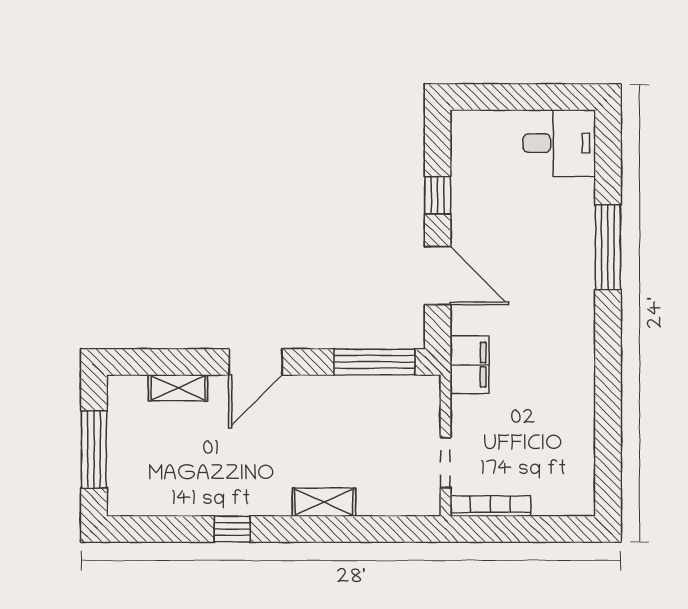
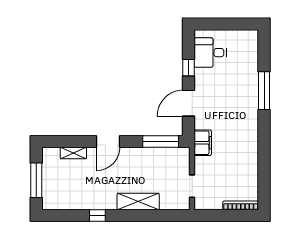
desk: (559, 143) -> (210, 53), moved, turned 180
door: (438, 276) -> (189, 103), swing flipped
shelving: (324, 502) -> (138, 202), width x1.50, depth x1.33
bookcase: (490, 506) -> (241, 205), moved

